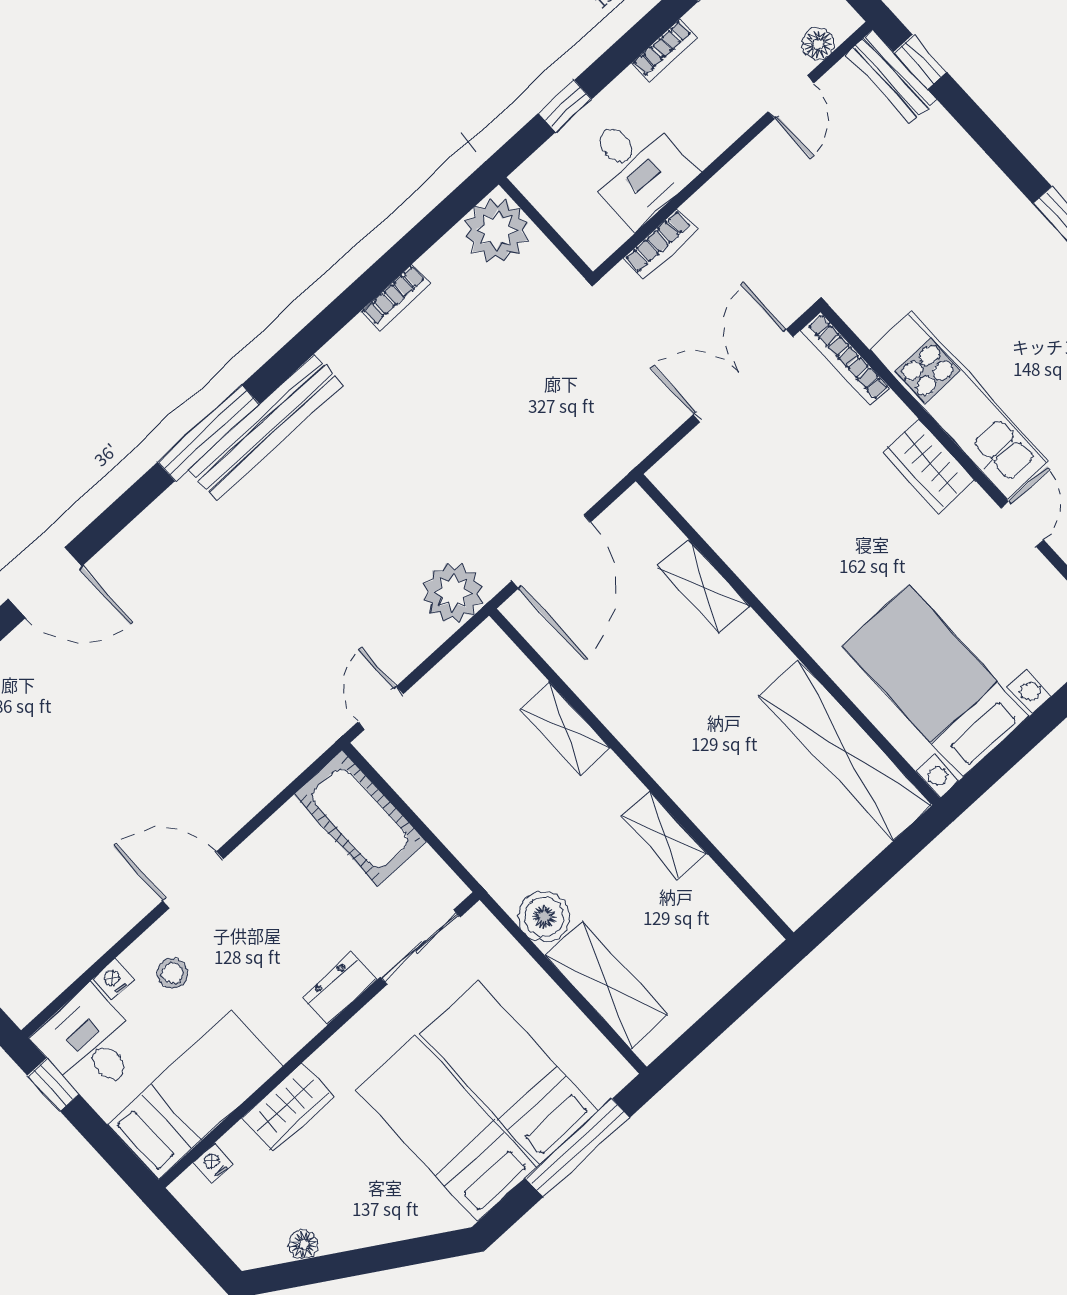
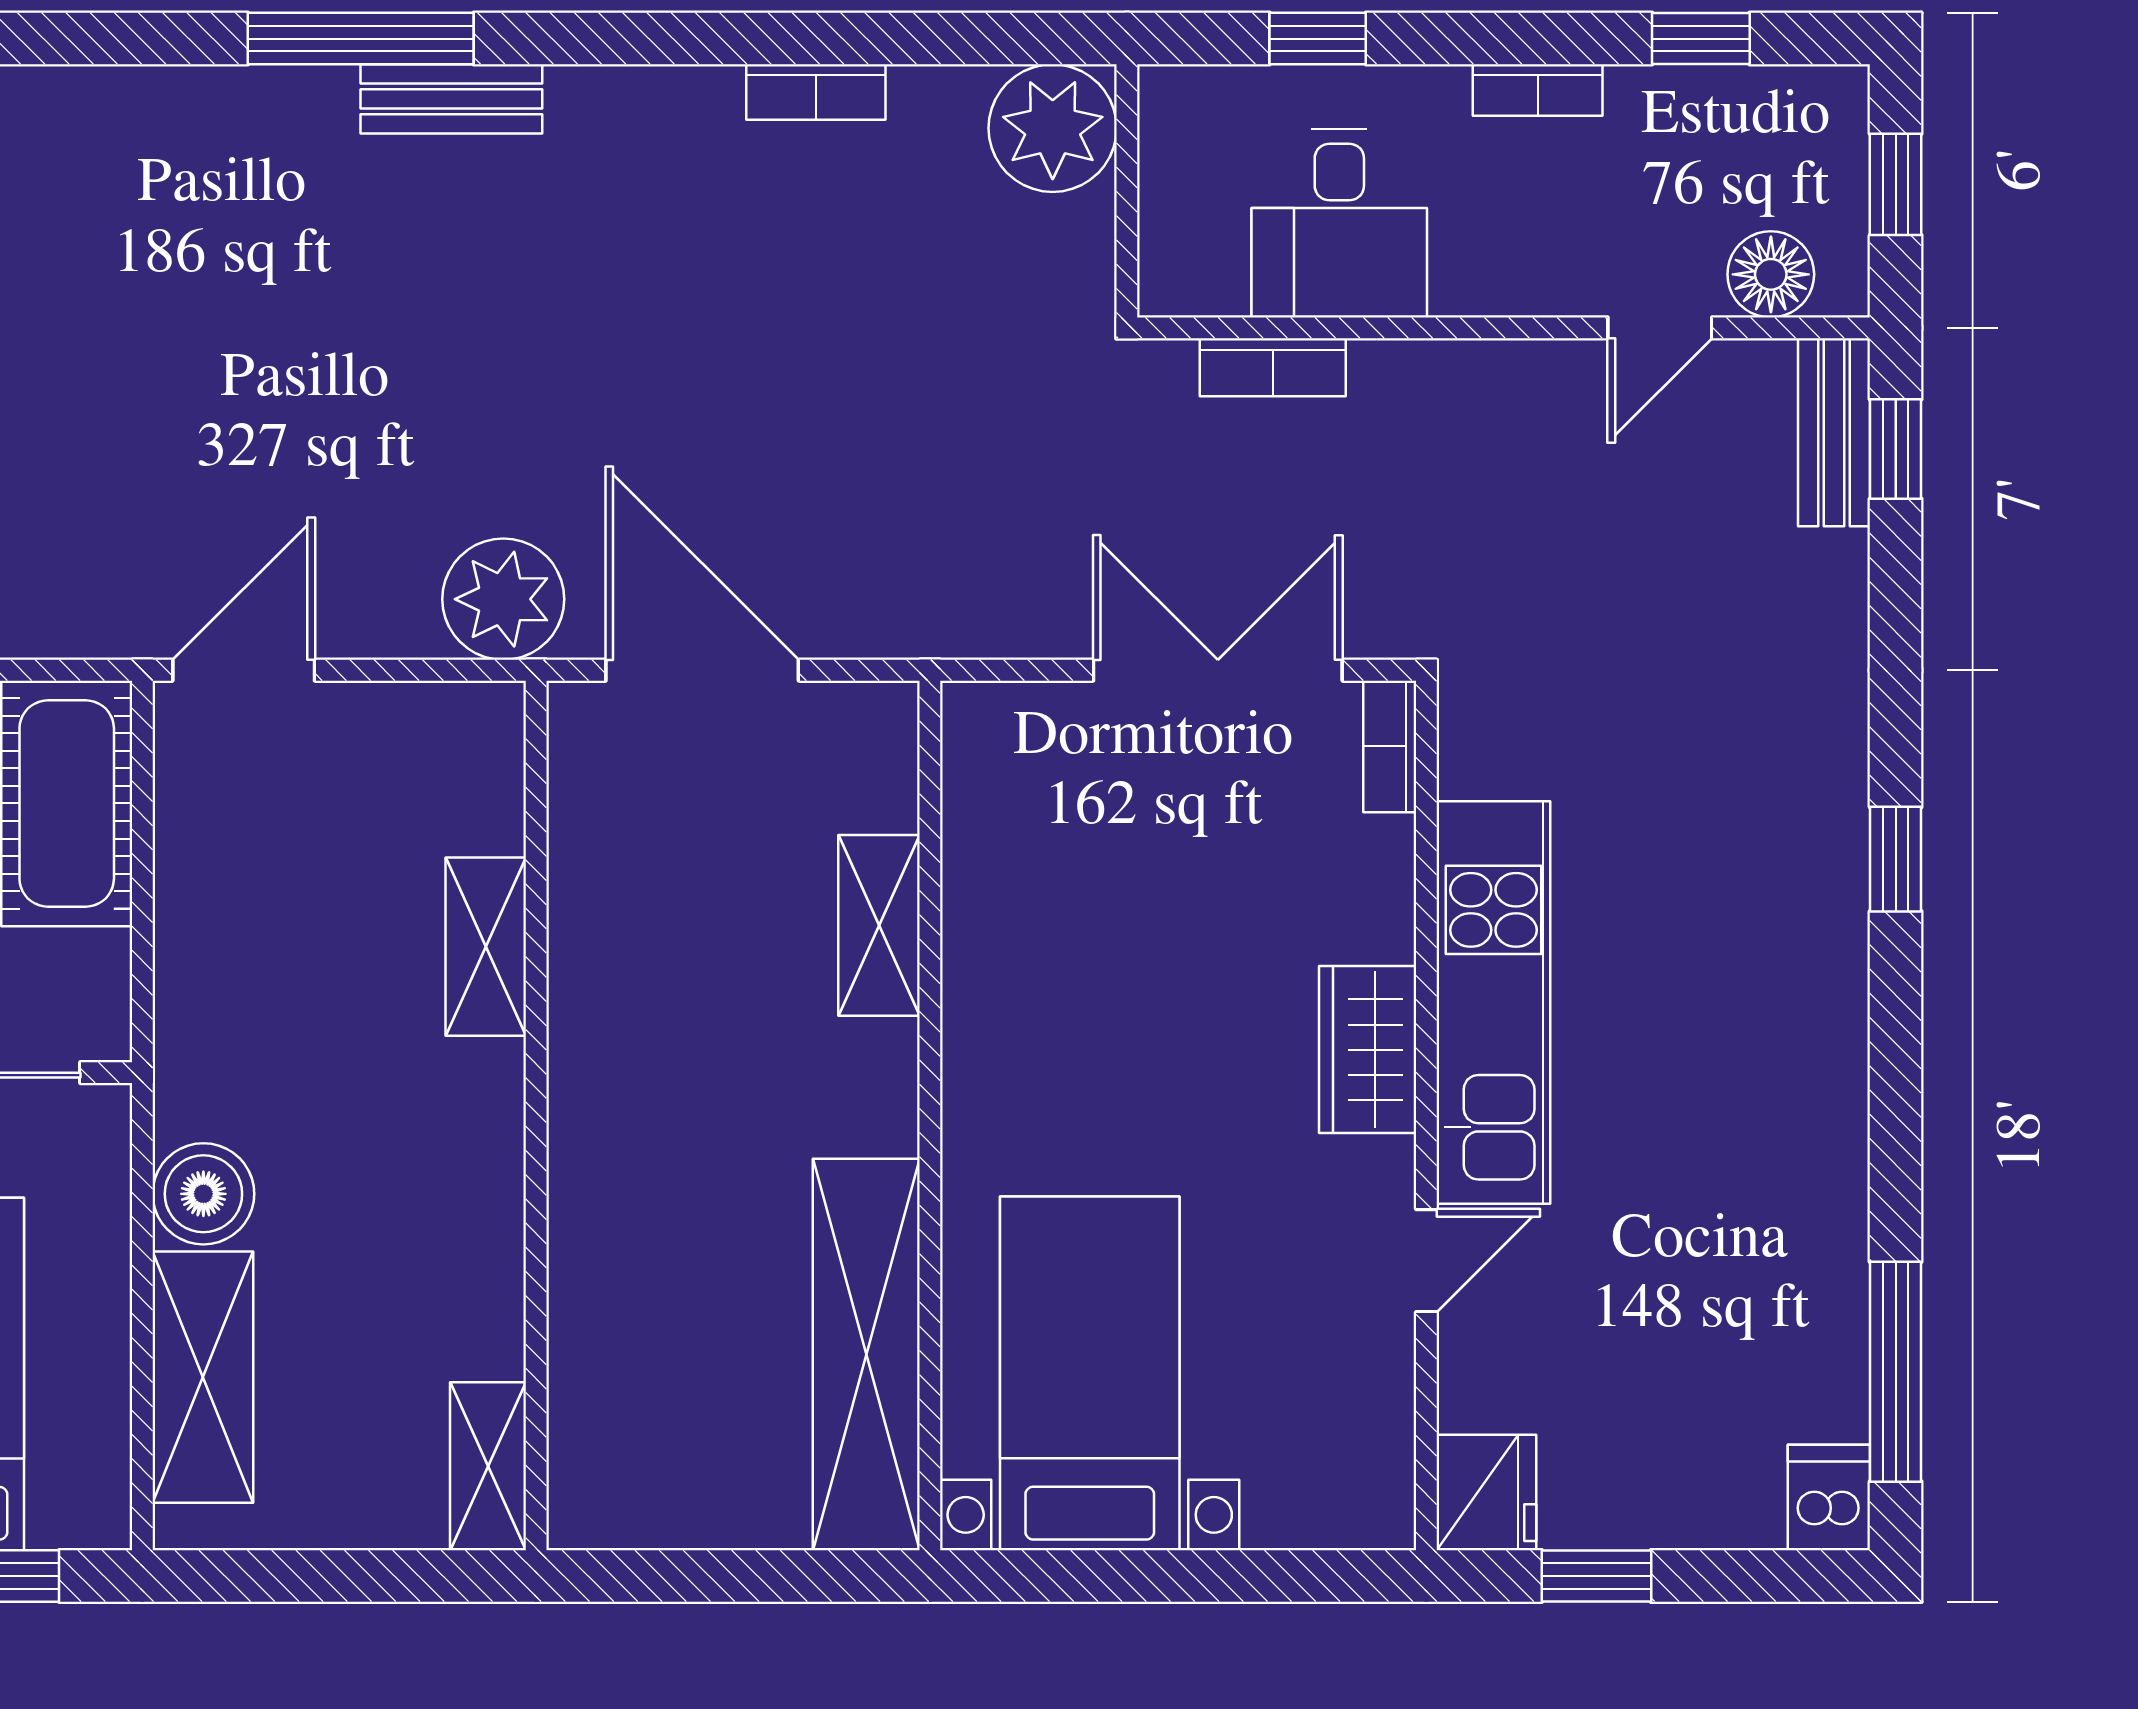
floor lamp: (818, 44) -> (1771, 274), width x1.37, depth x1.37
bookcase: (846, 359) -> (1390, 746), width x0.64
bench: (265, 427) -> (451, 99), width x0.54, depth x0.82
door: (551, 552) -> (702, 670), swing flipped
door: (380, 708) -> (244, 670), width x1.38
shelving: (664, 835) -> (488, 1466), moved

